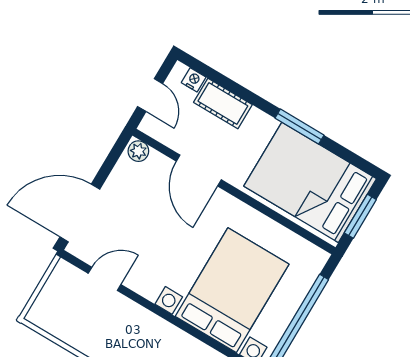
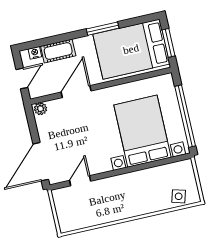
door: (150, 95) -> (22, 78), hinge flipped
door: (199, 171) -> (76, 92), swing flipped

